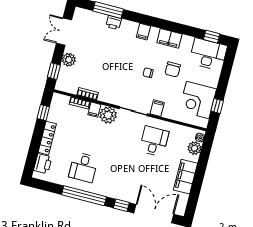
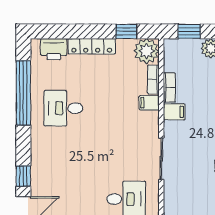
filing cabinet: (157, 108) -> (174, 112), moved
plant: (108, 115) -> (147, 51), moved
window: (84, 196) -> (23, 93), moved

